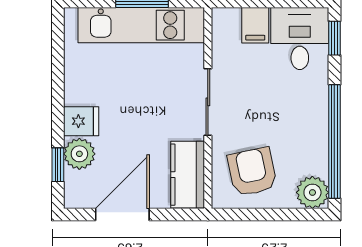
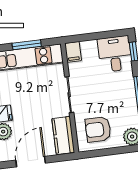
filing cabinet: (255, 25) -> (73, 52), moved
armchair: (252, 172) -> (98, 129), turned -78

